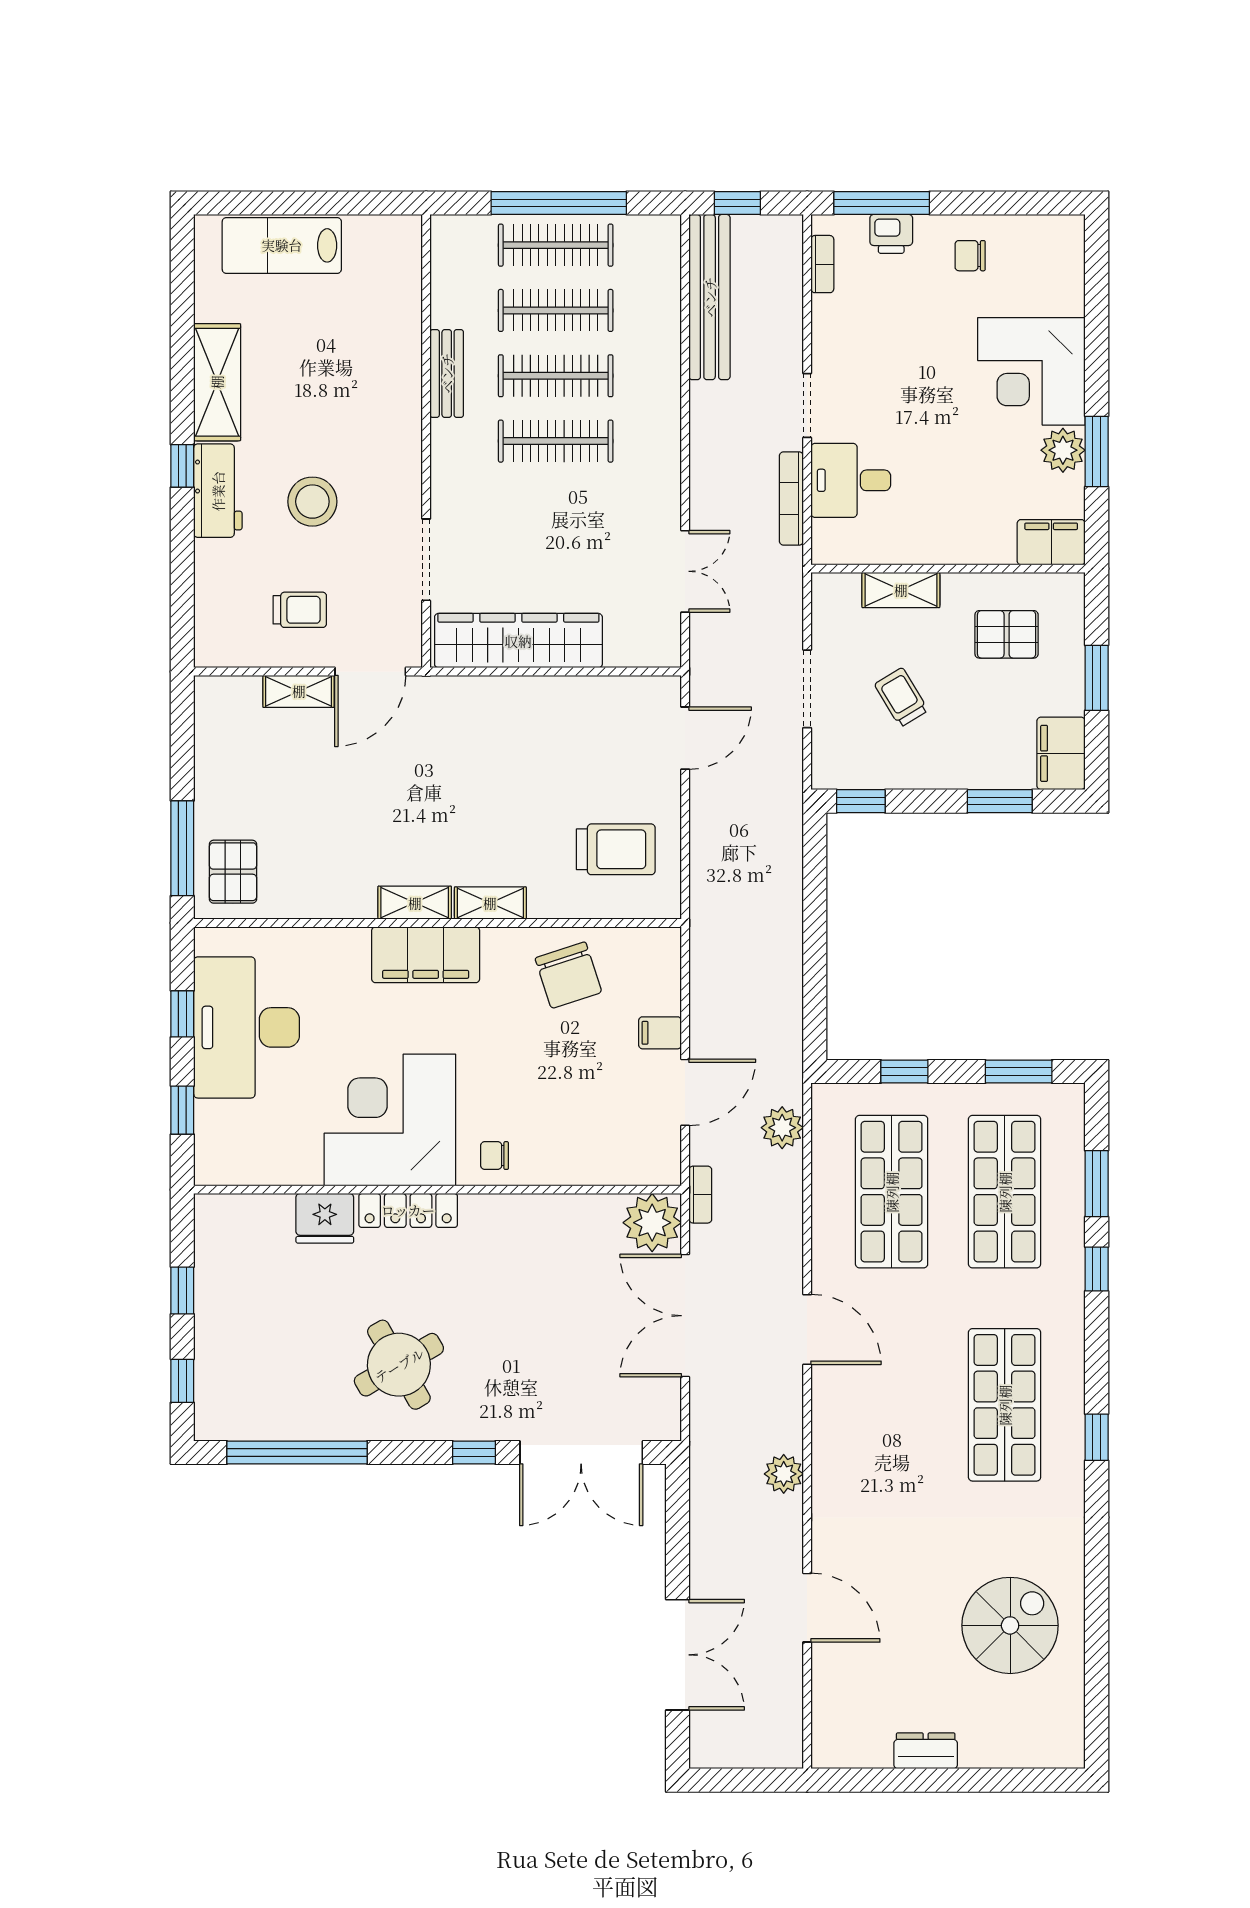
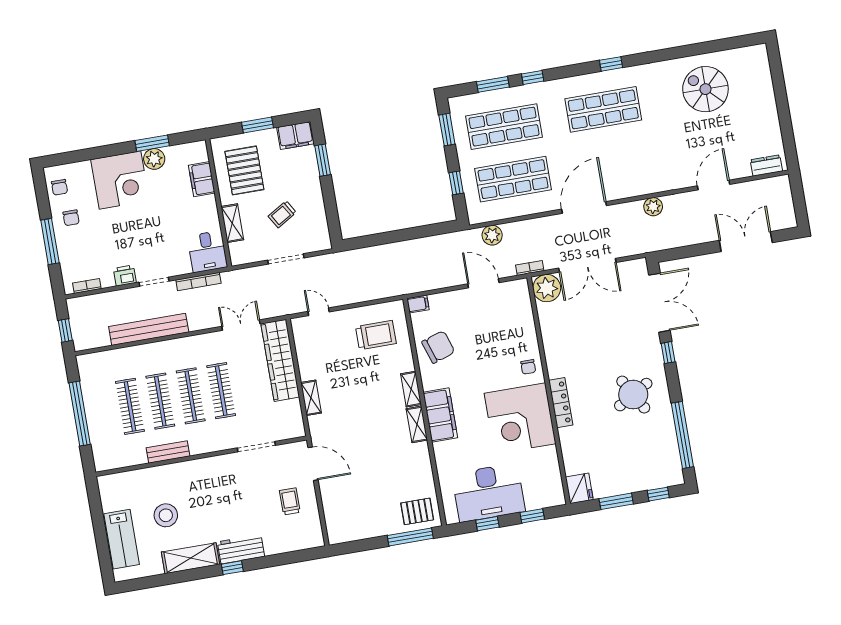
window: (882, 203) -> (50, 241), moved
printer: (891, 234) -> (125, 276), moved, turned -90
chair: (1038, 242) -> (59, 187), added
clothes rail: (556, 245) -> (221, 391), moved
bench: (710, 297) -> (149, 329), moved
desk: (851, 480) -> (207, 252), moved
stool: (312, 502) -> (166, 515), moved
filing cabinet: (1051, 542) -> (202, 179), moved
pallet: (1007, 634) -> (244, 170), width x1.50, depth x1.42
wardrobe: (518, 641) -> (280, 360), moved
shelving: (299, 691) -> (311, 398), moved
door: (685, 738) -> (319, 312), width x0.73
window: (861, 801) -> (334, 225), removed
trolley: (616, 849) -> (376, 335), turned 90
filing cabinet: (660, 1033) -> (418, 304), moved, turned -90
fridge: (325, 1218) -> (579, 488), moved
window: (182, 1291) -> (616, 501), width x1.50
door: (807, 1329) -> (584, 207), width x1.36
dresser: (926, 1751) -> (766, 166), moved, turned 90

